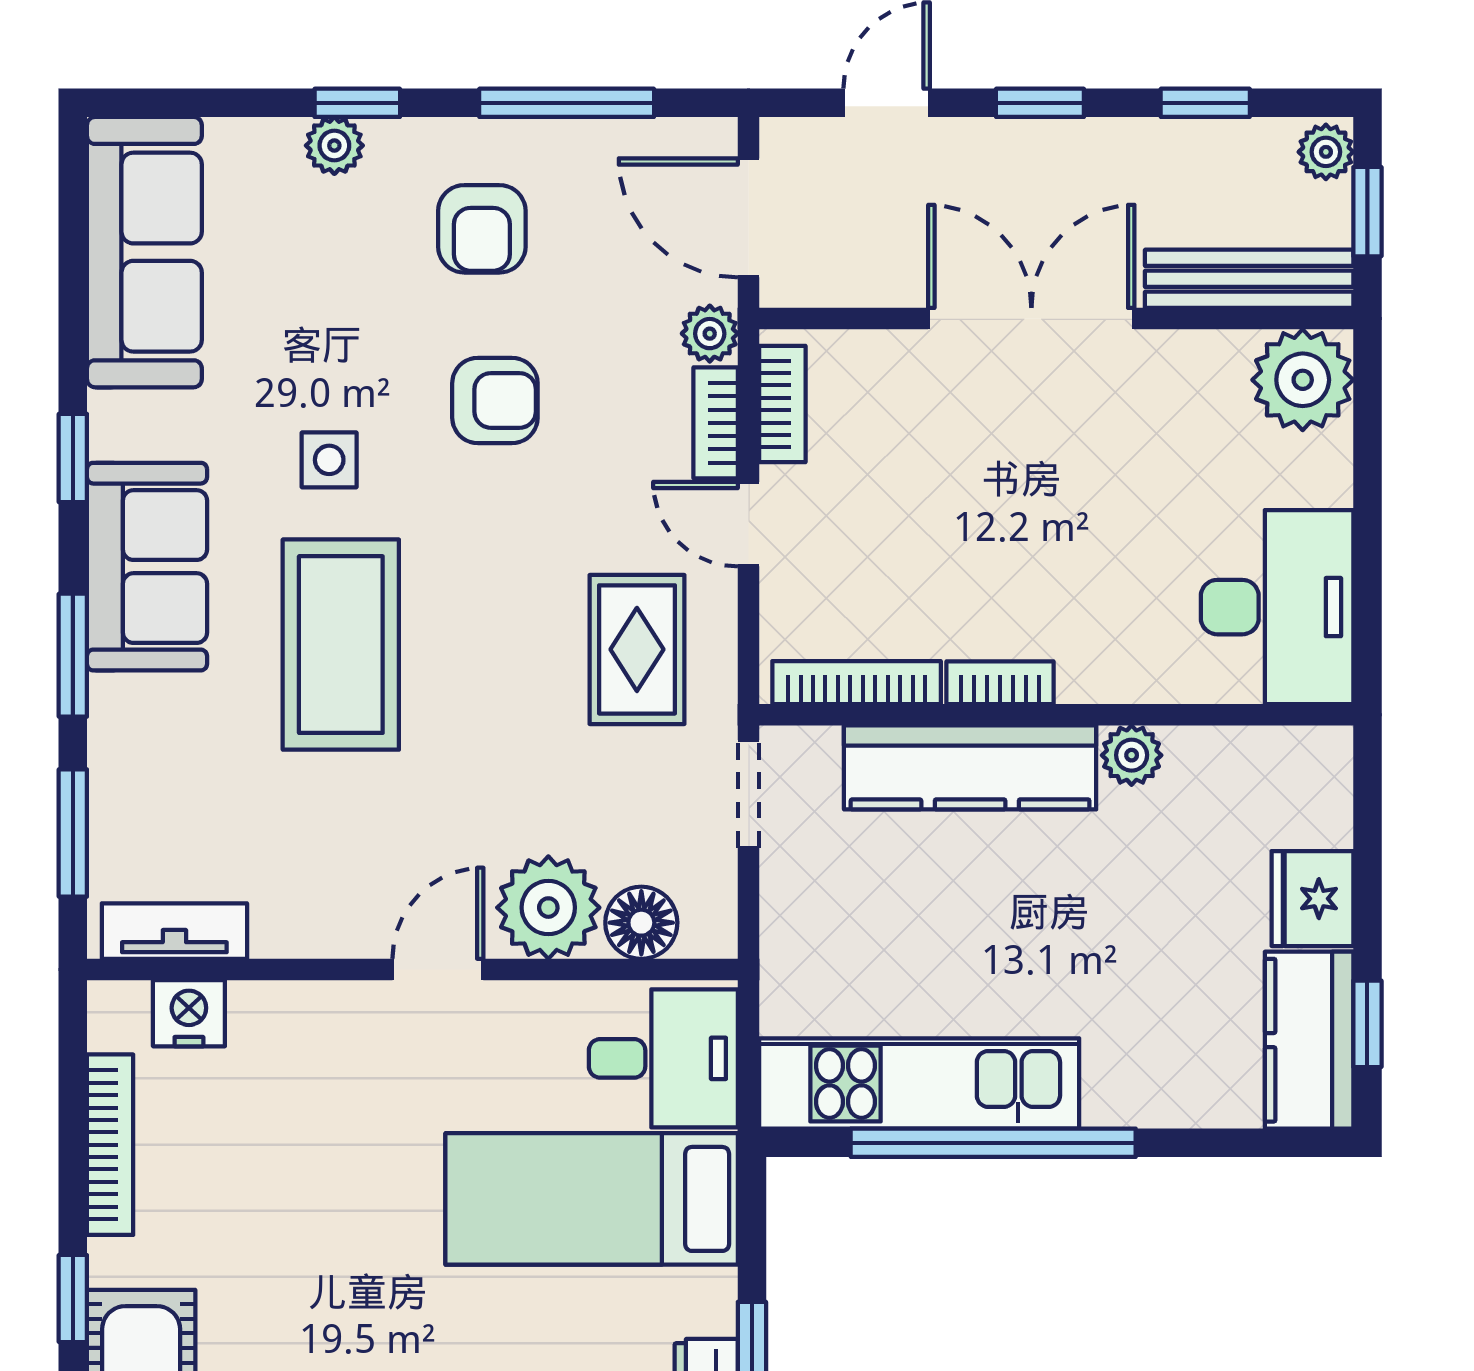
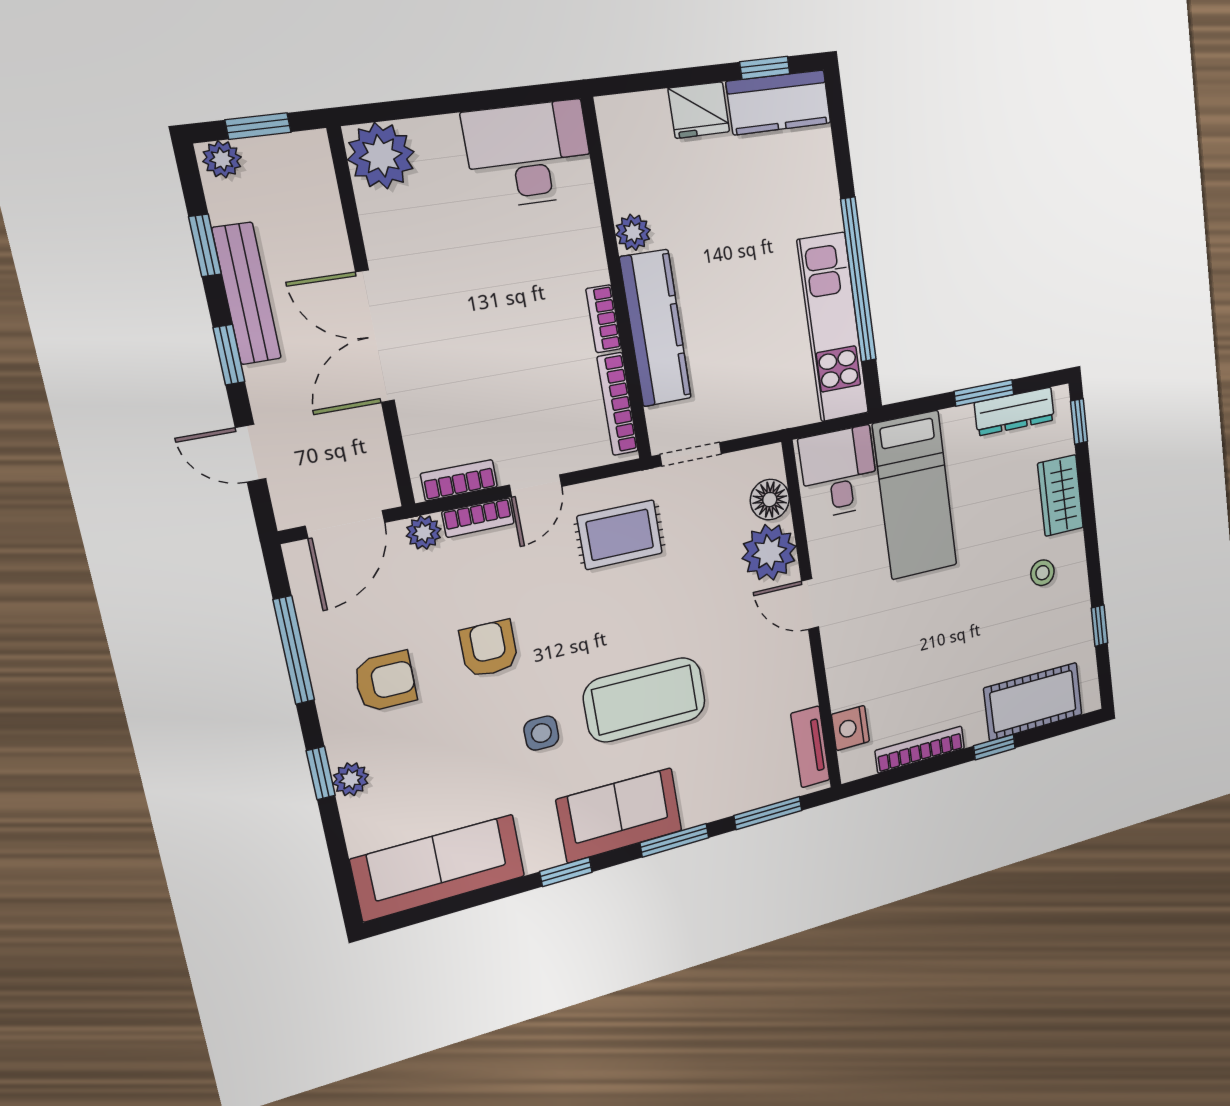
bench: (1249, 279) -> (247, 294), moved

